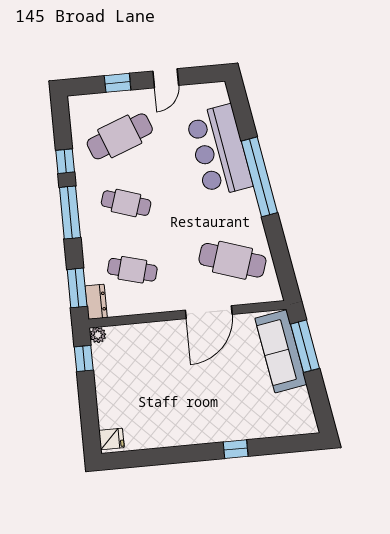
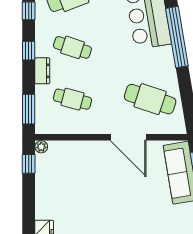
window: (70, 213) -> (29, 51), width x0.46
dresser: (96, 302) -> (42, 71), moved
door: (209, 312) -> (128, 137), hinge flipped

